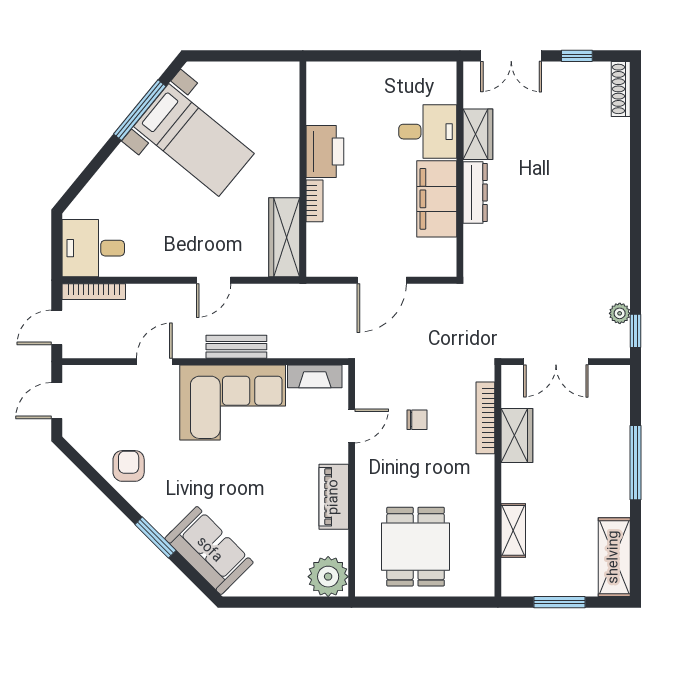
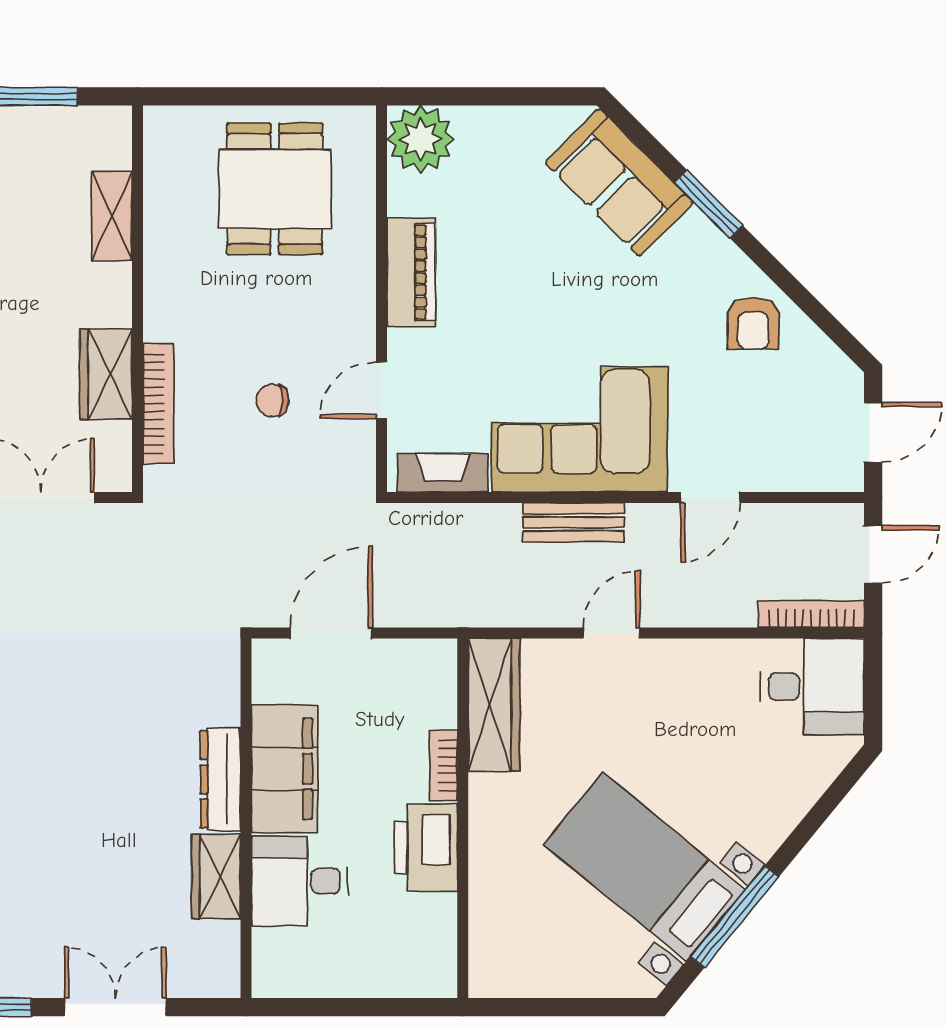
desk: (428, 132) -> (300, 881), moved
wardrobe: (478, 134) -> (216, 877), moved
wall: (460, 169) -> (246, 818), moved
dresser: (475, 192) -> (220, 779), moved
filing cabinet: (437, 199) -> (285, 769), moved

